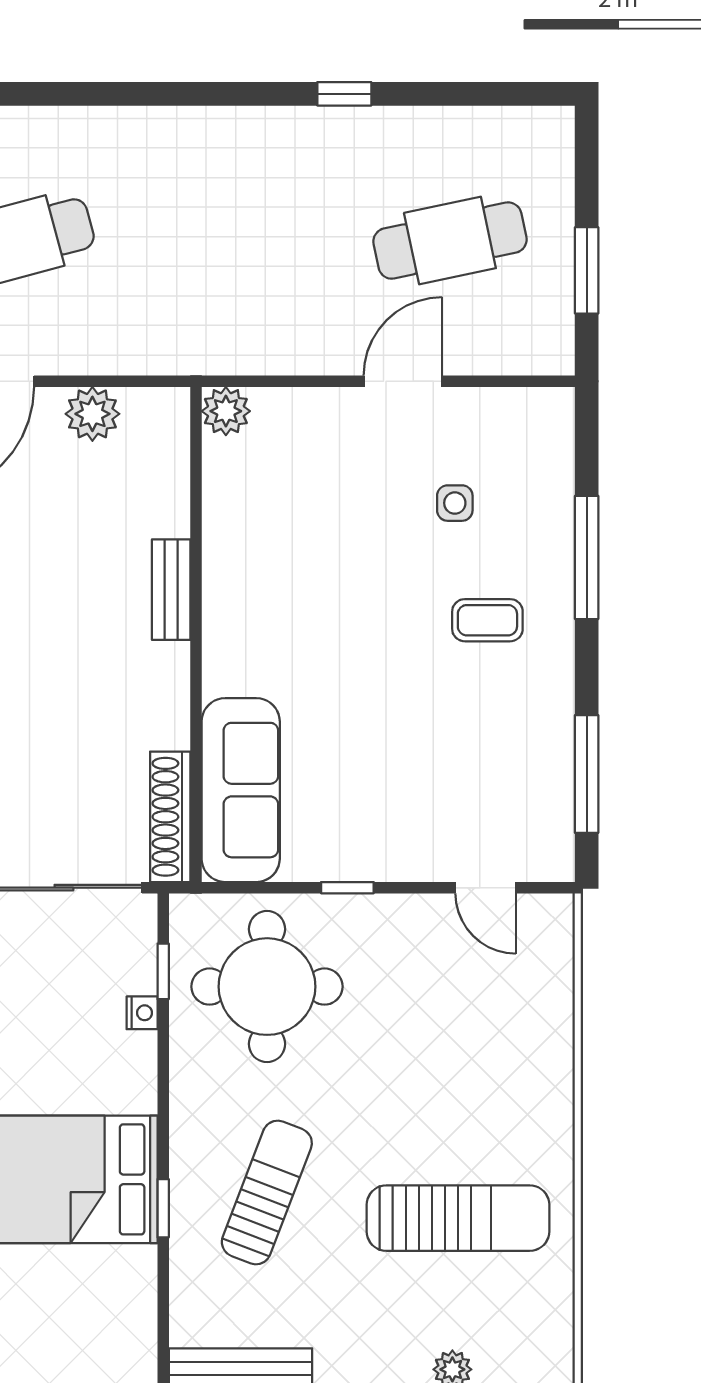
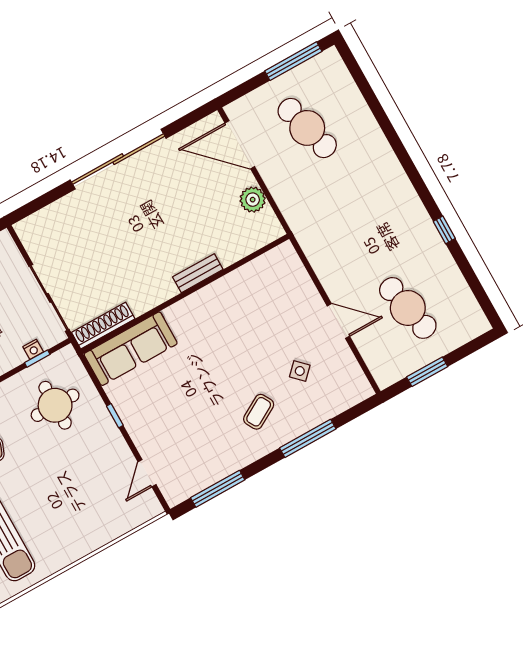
plant: (226, 411) -> (285, 254), removed
side table: (455, 503) -> (300, 371), turned 45
coffee table: (487, 620) -> (259, 412), turned 60
round table: (267, 987) -> (55, 405), width x0.73, depth x0.73
nightstand: (142, 1013) -> (33, 349), moved

